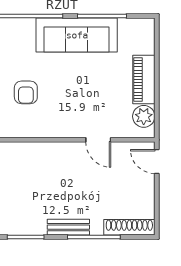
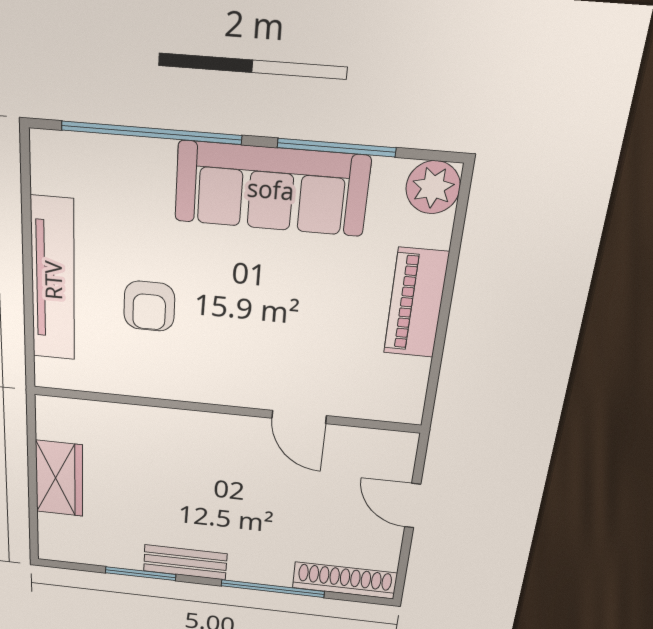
plant: (144, 116) -> (433, 187), moved
door: (157, 162) -> (413, 506), moved
bench: (68, 227) -> (185, 562), moved

